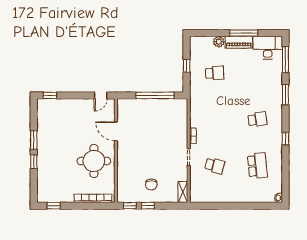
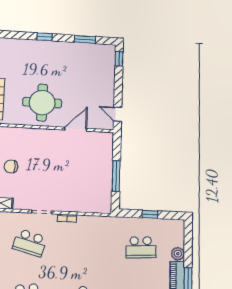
school desk: (215, 73) -> (141, 247), width x1.85
window: (155, 95) -> (116, 176), width x0.68
window: (34, 140) -> (85, 39), moved
school desk: (215, 166) -> (30, 243), width x1.85

